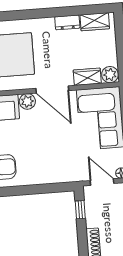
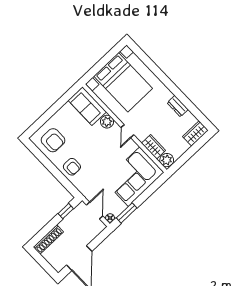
wardrobe: (95, 22) -> (195, 133), moved, turned 90
door: (52, 89) -> (127, 131), width x0.53
armchair: (43, 170) -> (72, 167), added

